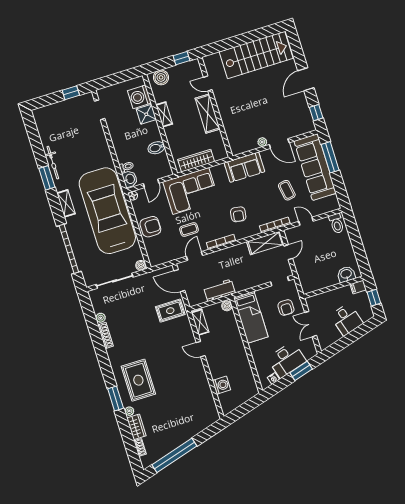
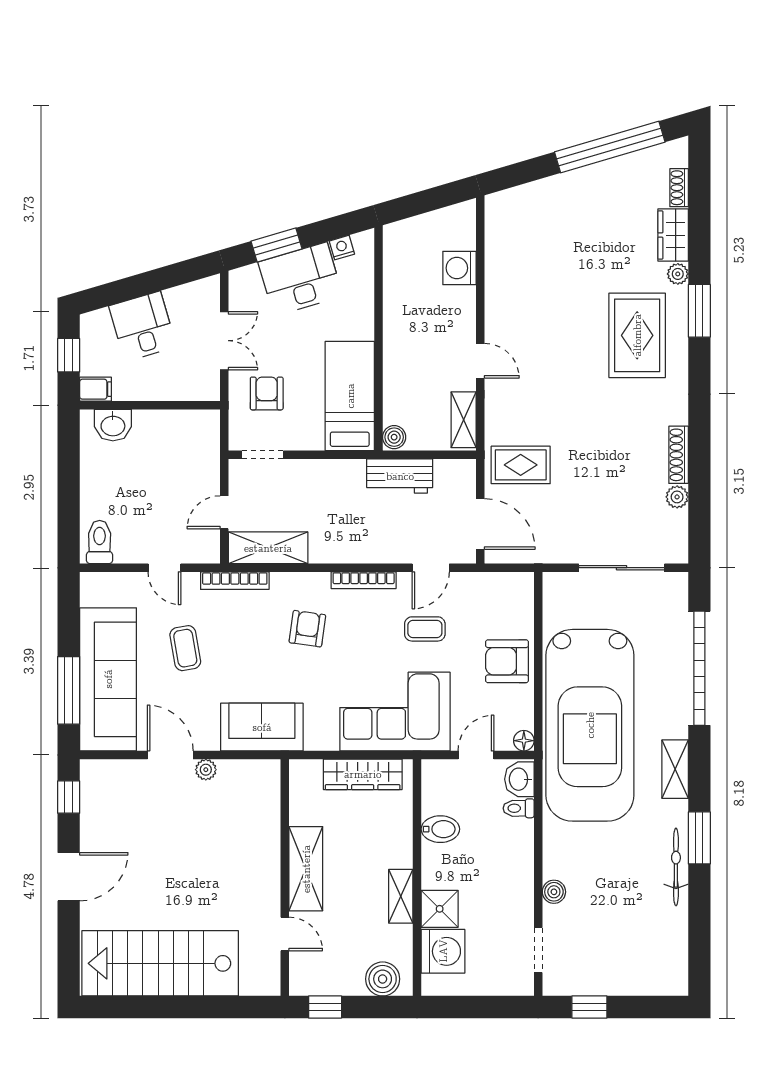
boiler: (141, 265) -> (554, 892), moved

